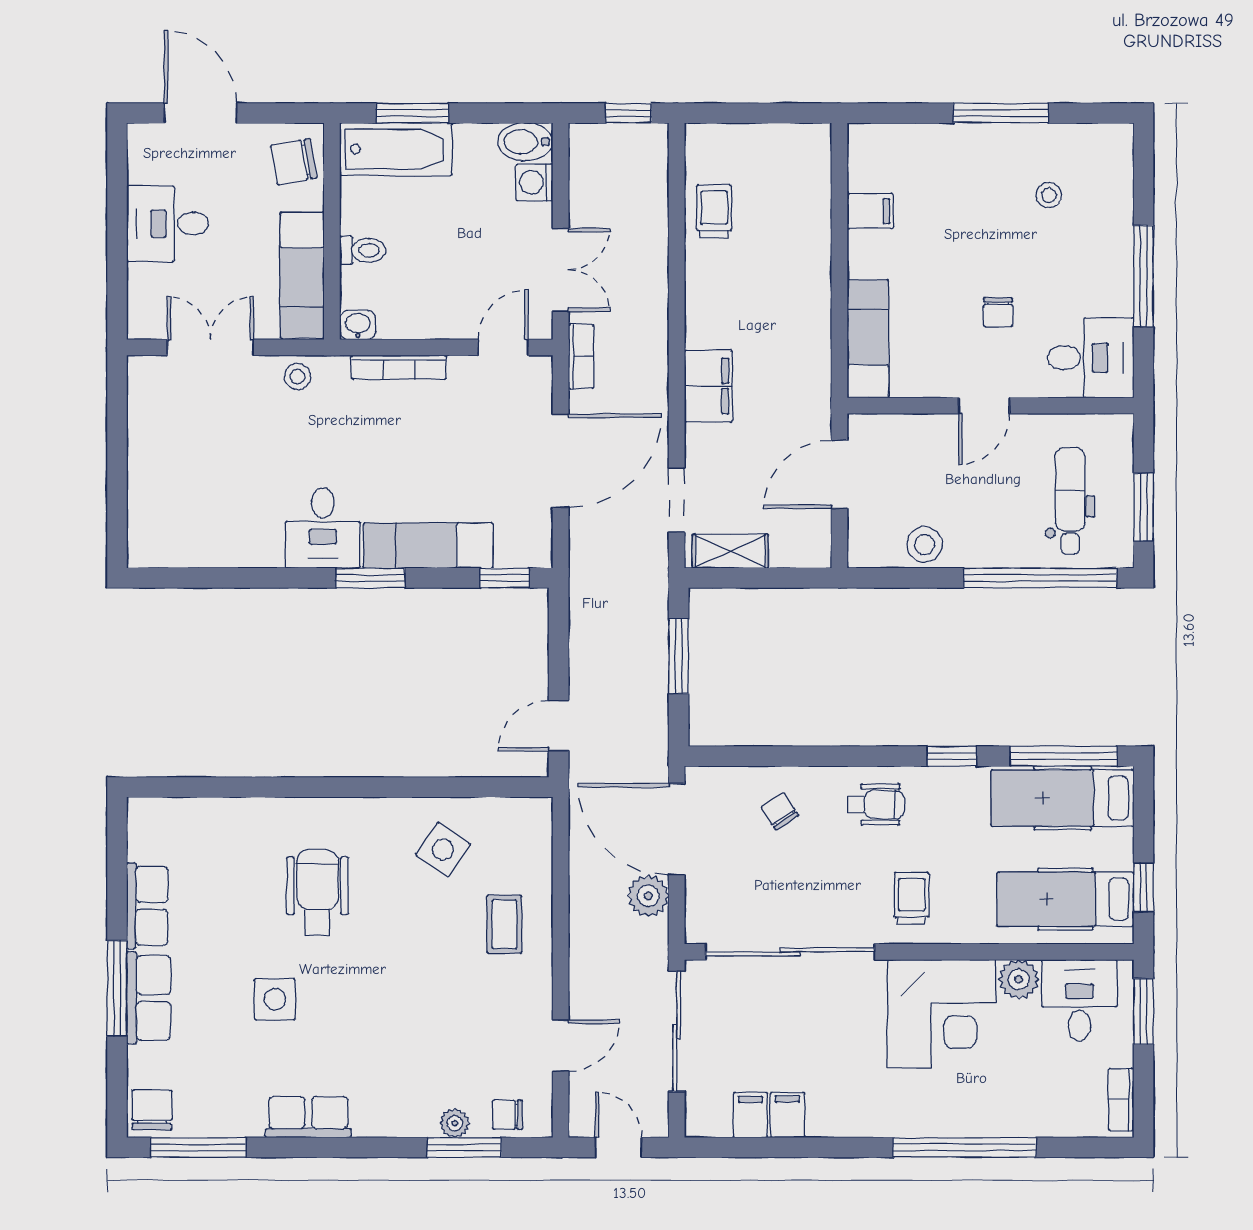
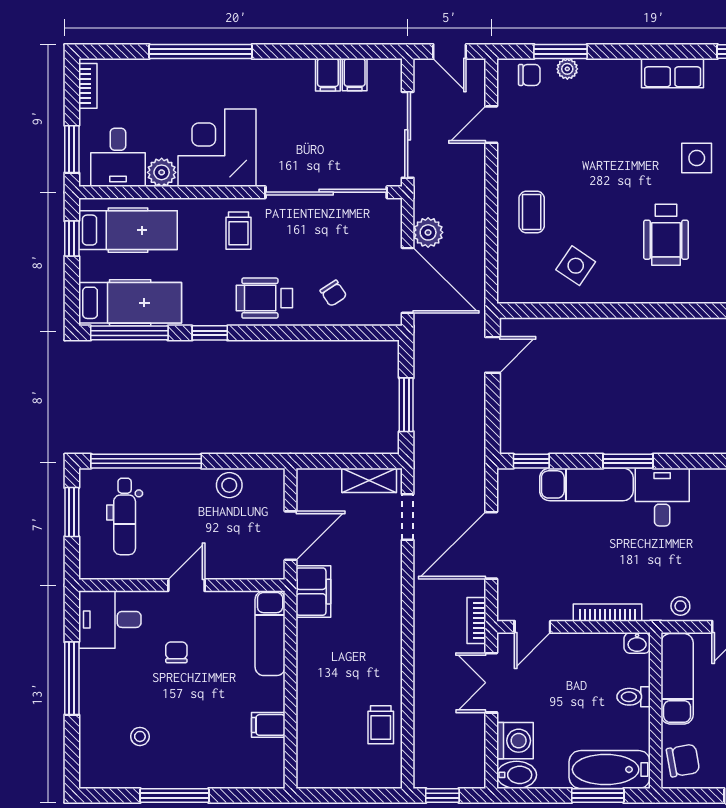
washing machine: (534, 182) -> (515, 741), width x1.38, depth x1.38
filing cabinet: (708, 386) -> (313, 592), moved, turned 180
wheelchair: (876, 805) -> (264, 298), width x1.36, depth x1.37

